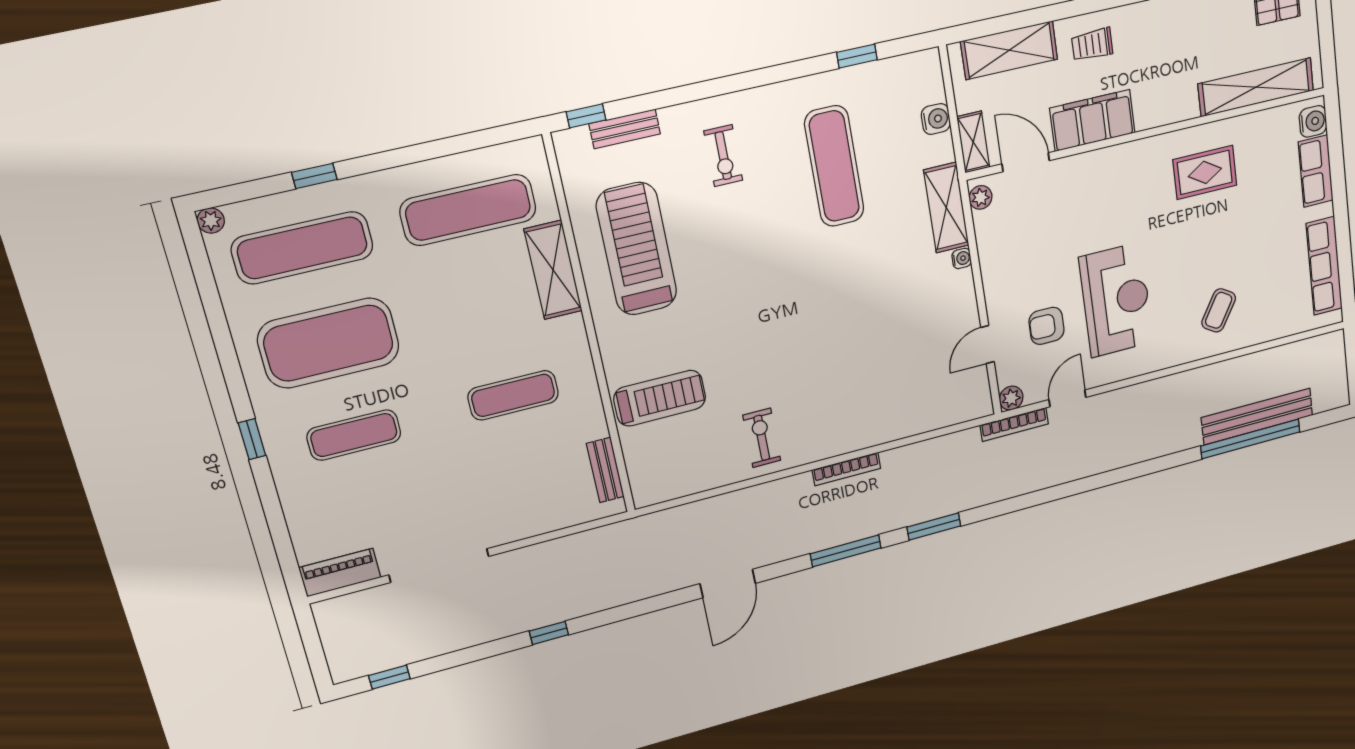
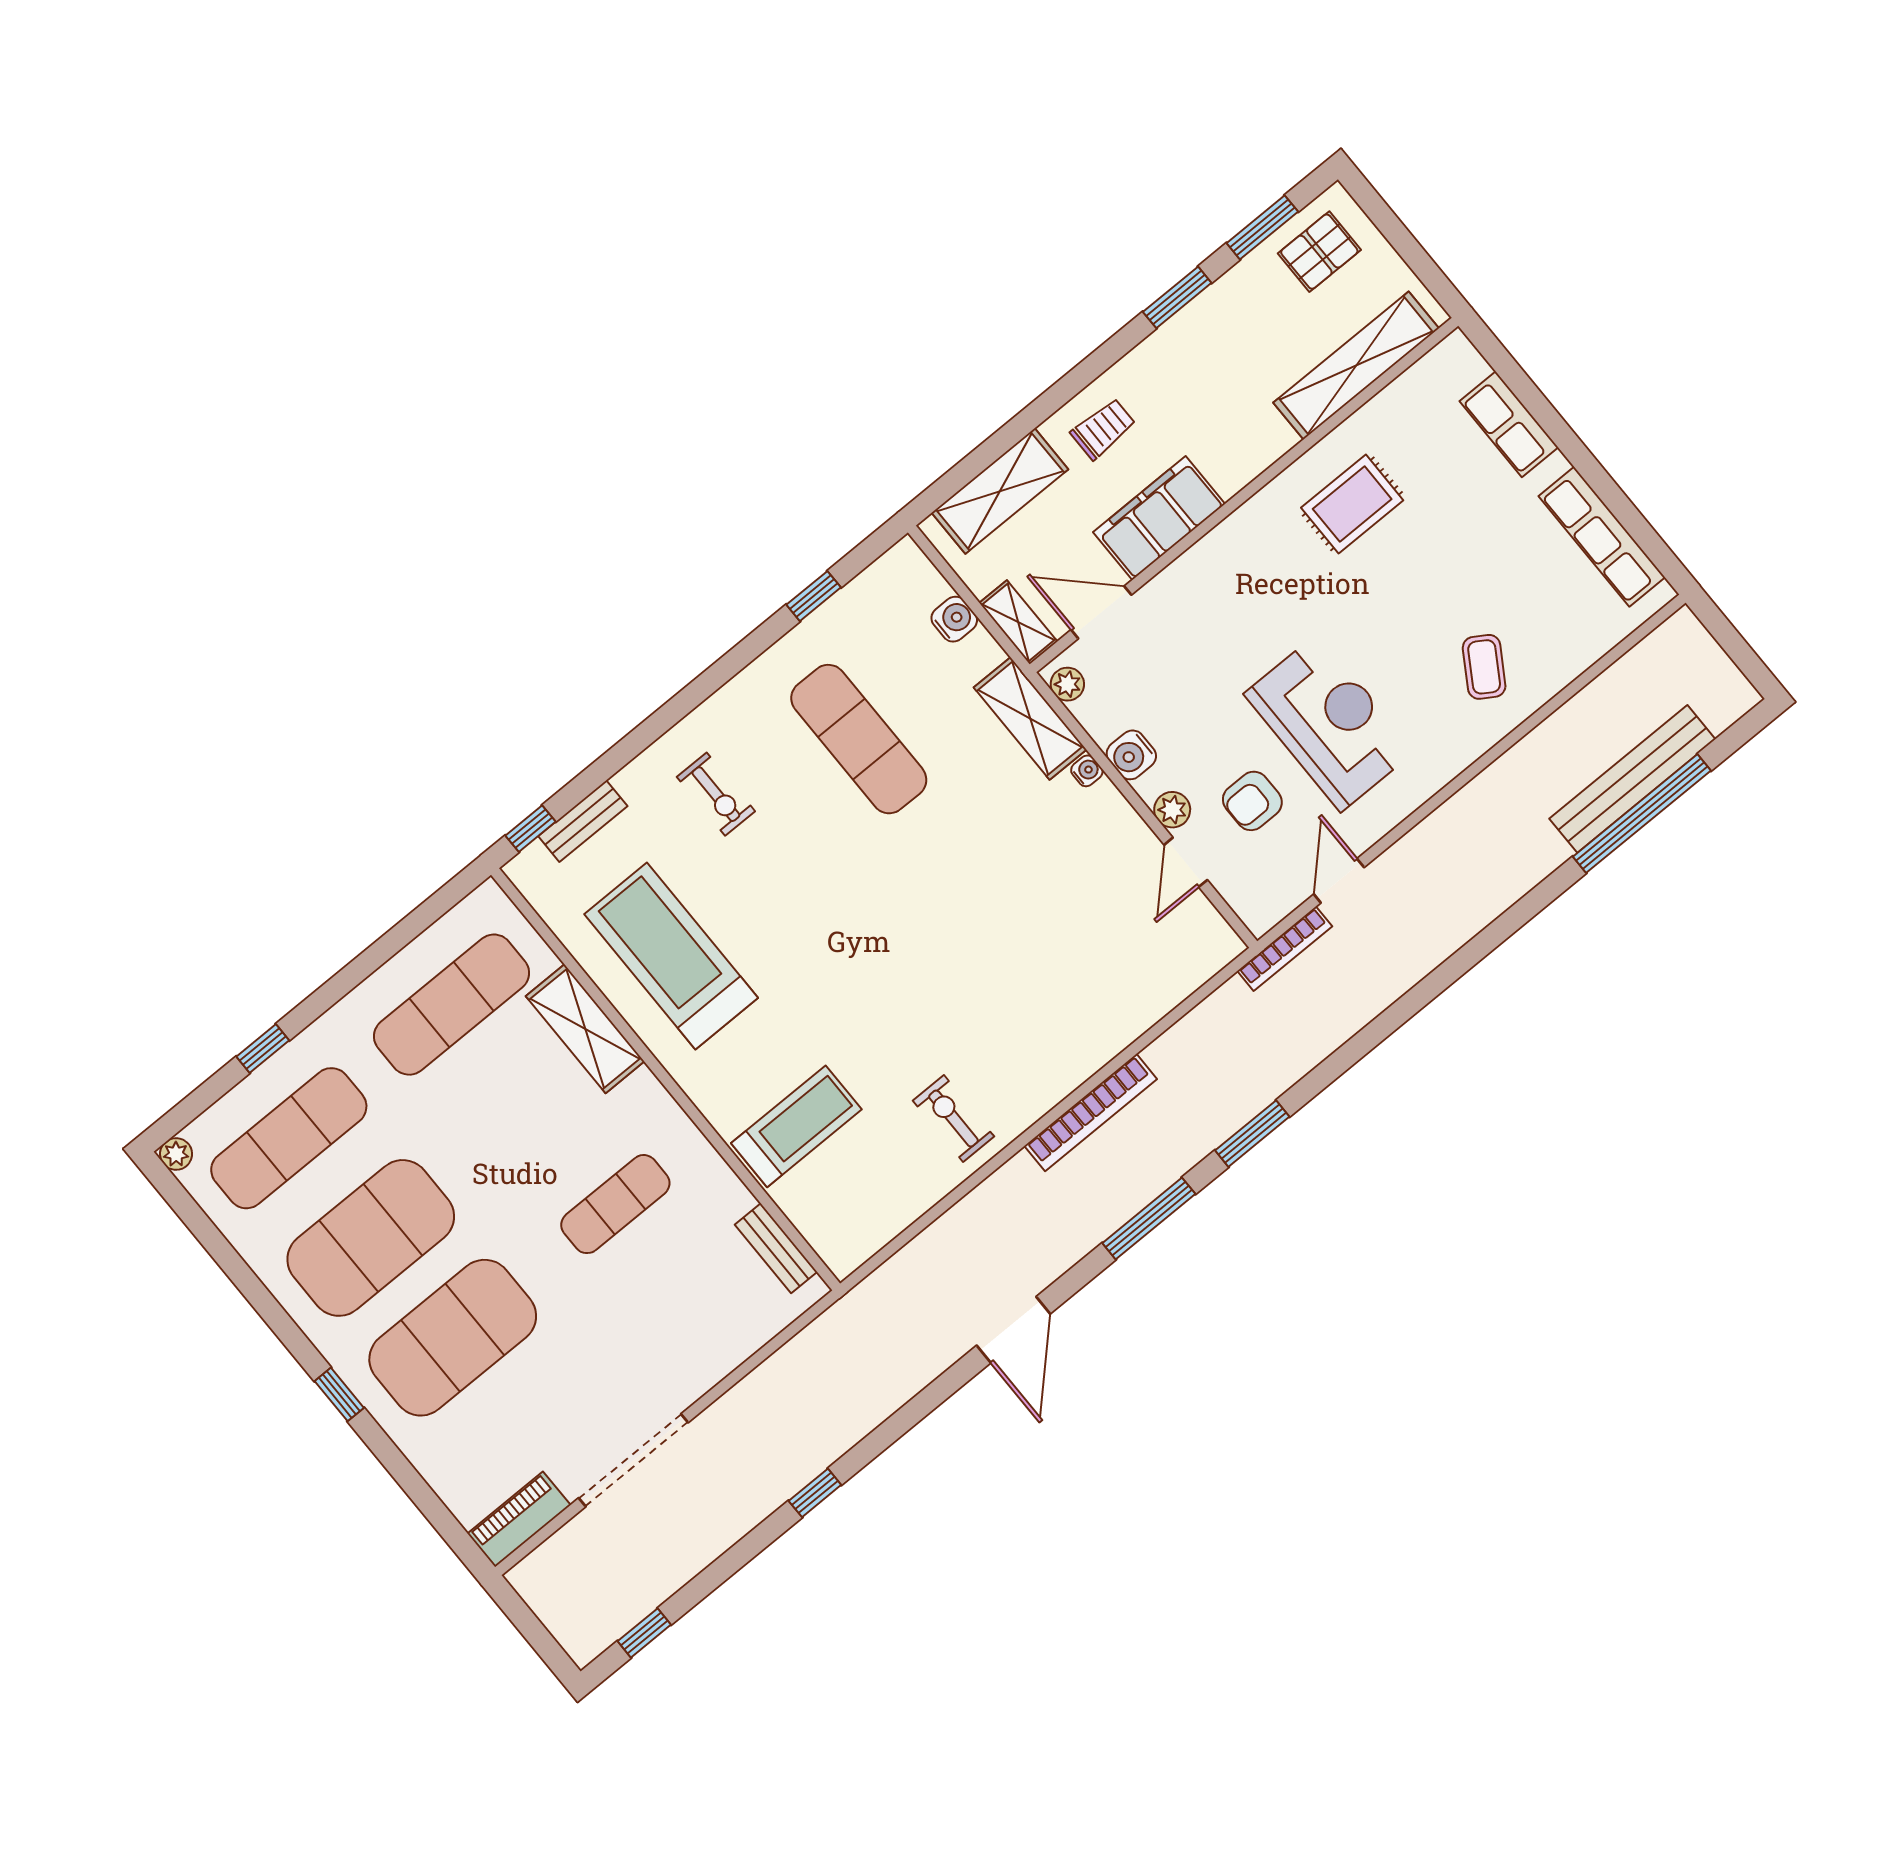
trolley: (1092, 44) -> (1103, 429), turned 180
water cooler: (1313, 121) -> (1131, 755), moved, turned 180
plant: (1011, 398) -> (1172, 810), moved
exercise mat: (354, 435) -> (453, 1338), width x2.00, depth x1.45
bookcase: (846, 469) -> (1091, 1112), width x1.48, depth x1.31

